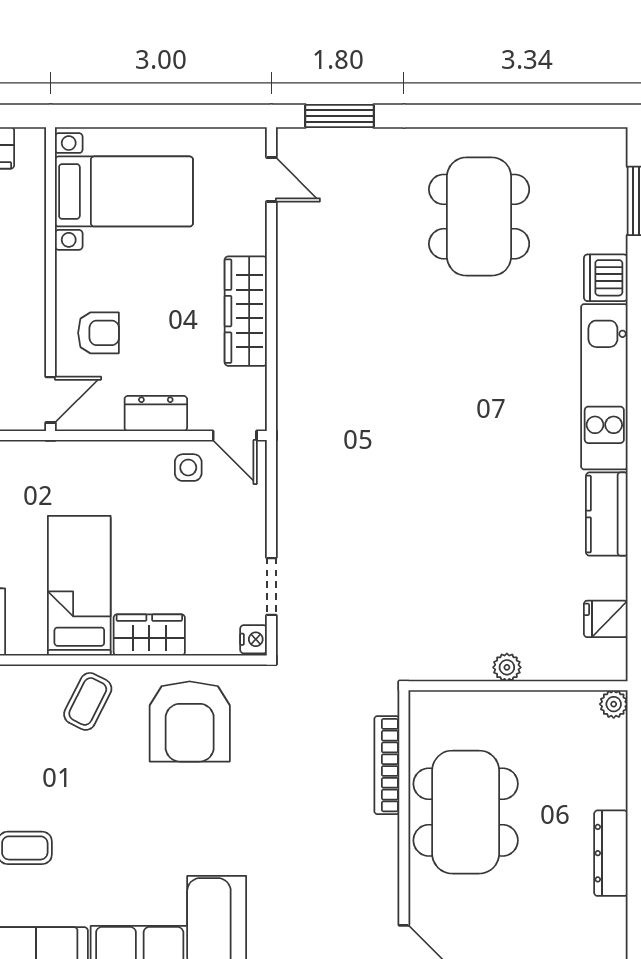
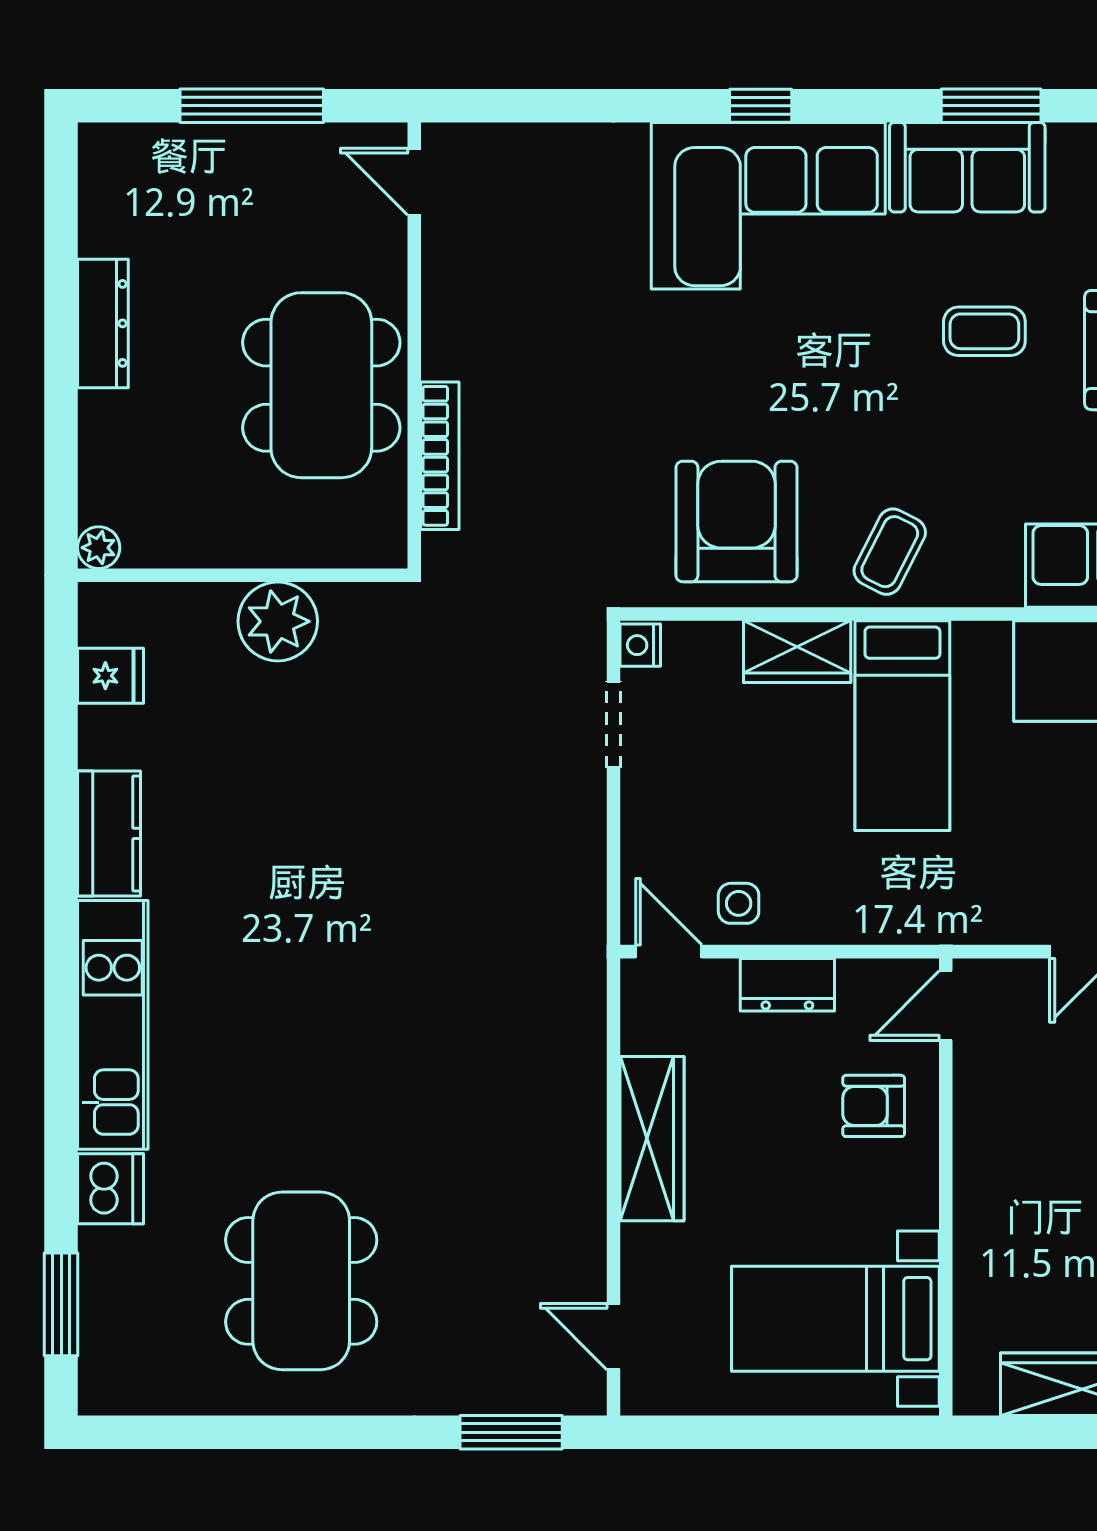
plant: (507, 667) -> (278, 621), width x1.87, depth x1.87

